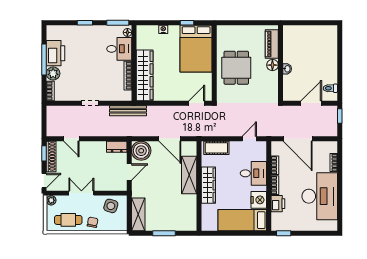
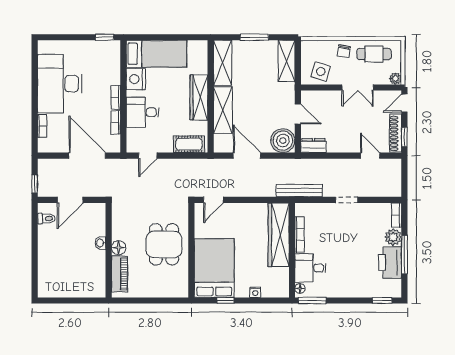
window: (85, 23) -> (382, 301), moved
door: (129, 172) -> (298, 114), swing flipped
printer: (278, 204) -> (112, 74), removed
shelving: (189, 213) -> (223, 63), added

